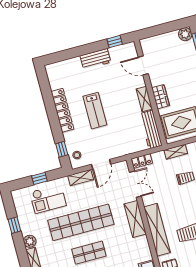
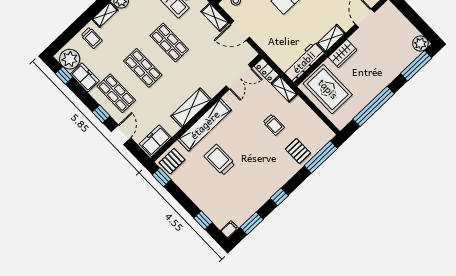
shelving: (176, 152) -> (284, 89), moved
shelving: (135, 219) -> (191, 108), moved
shop shelf: (81, 222) -> (169, 43), width x0.50, depth x0.74

